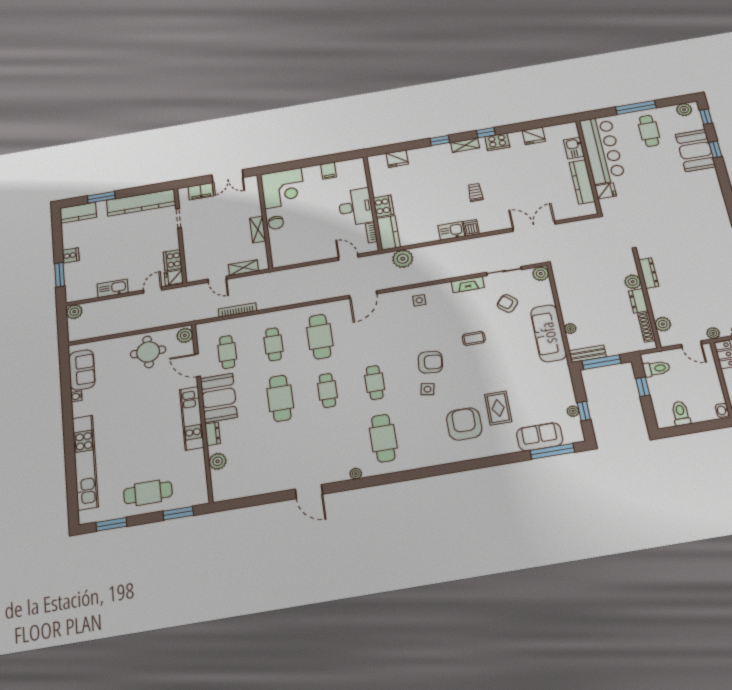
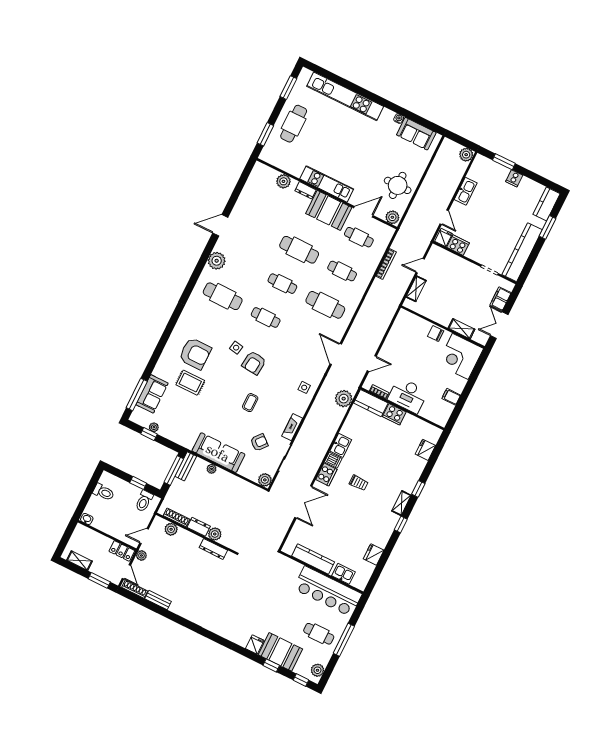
cooker: (497, 142) -> (326, 475), moved, turned 180
fridge: (606, 191) -> (255, 645), moved, turned 180
shelving: (258, 230) -> (462, 329), moved
plant: (356, 474) -> (217, 261), width x1.88, depth x1.88

